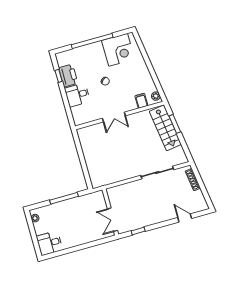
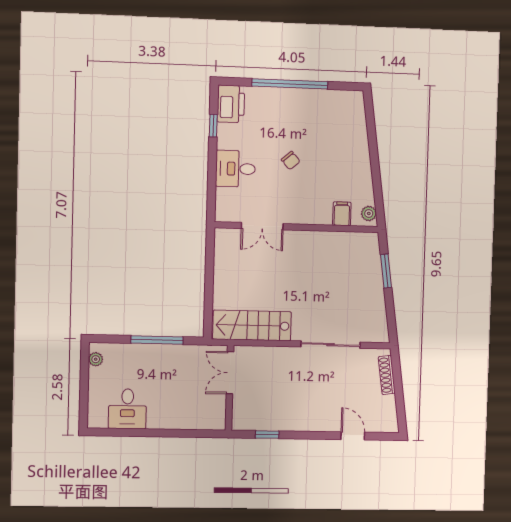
corner desk: (118, 50) -> (330, 114), removed
printer: (68, 76) -> (231, 104), moved
double door: (114, 117) -> (262, 226), moved
stairs: (165, 128) -> (252, 325), moved, turned 98
double door: (112, 220) -> (230, 373), moved
desk: (49, 243) -> (127, 409), moved, turned -90

